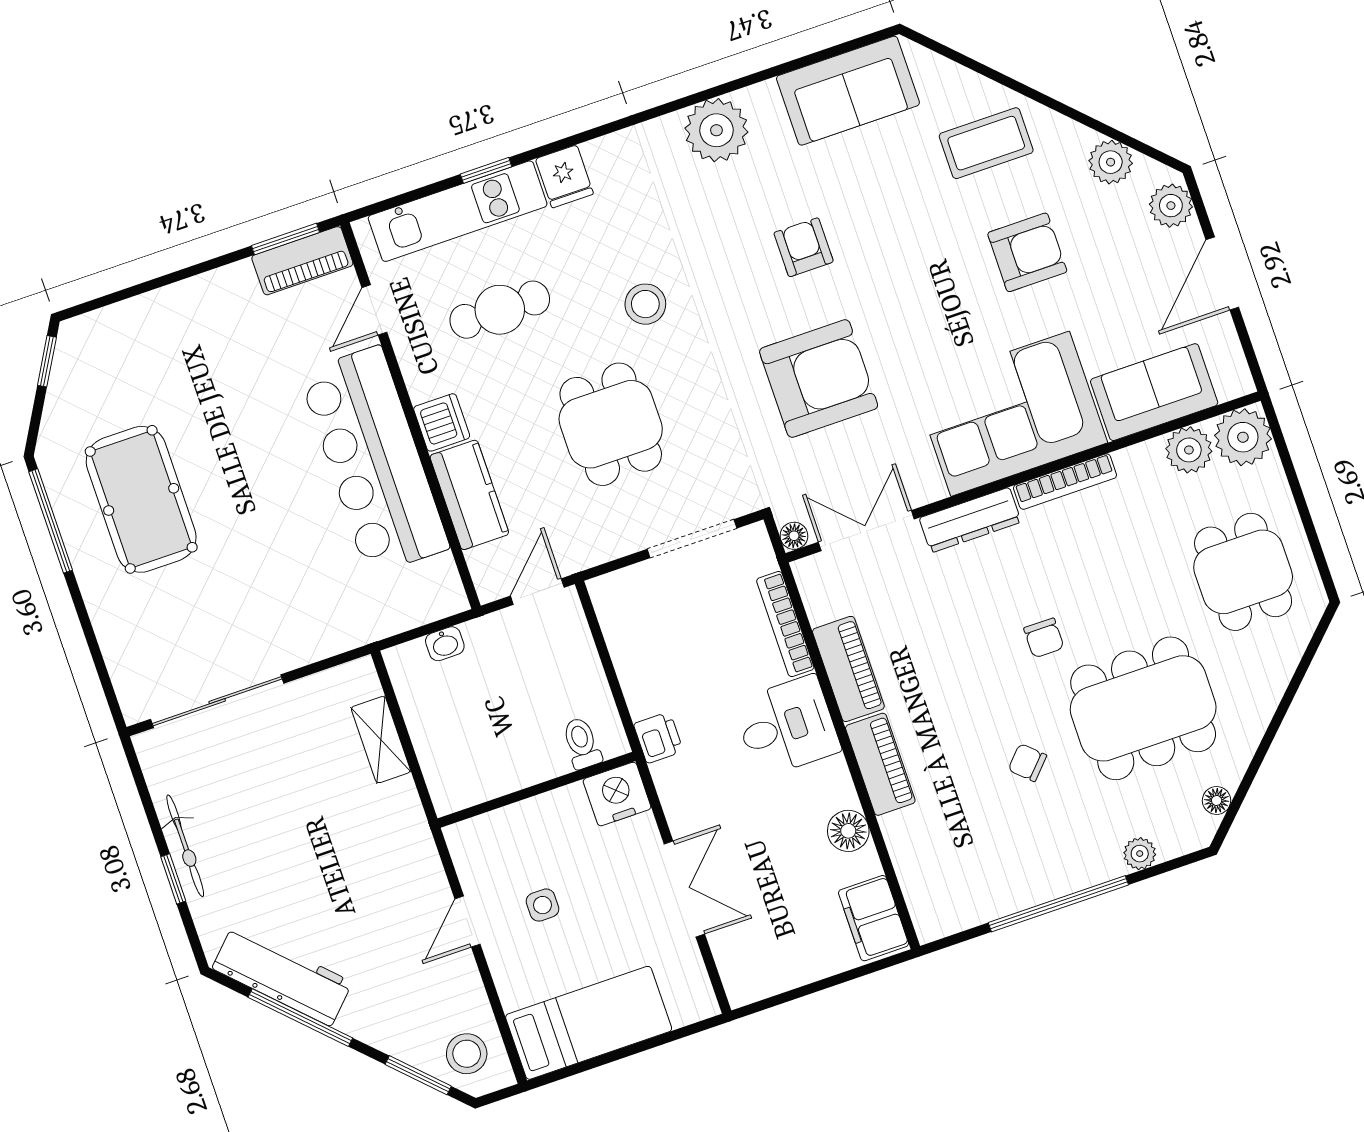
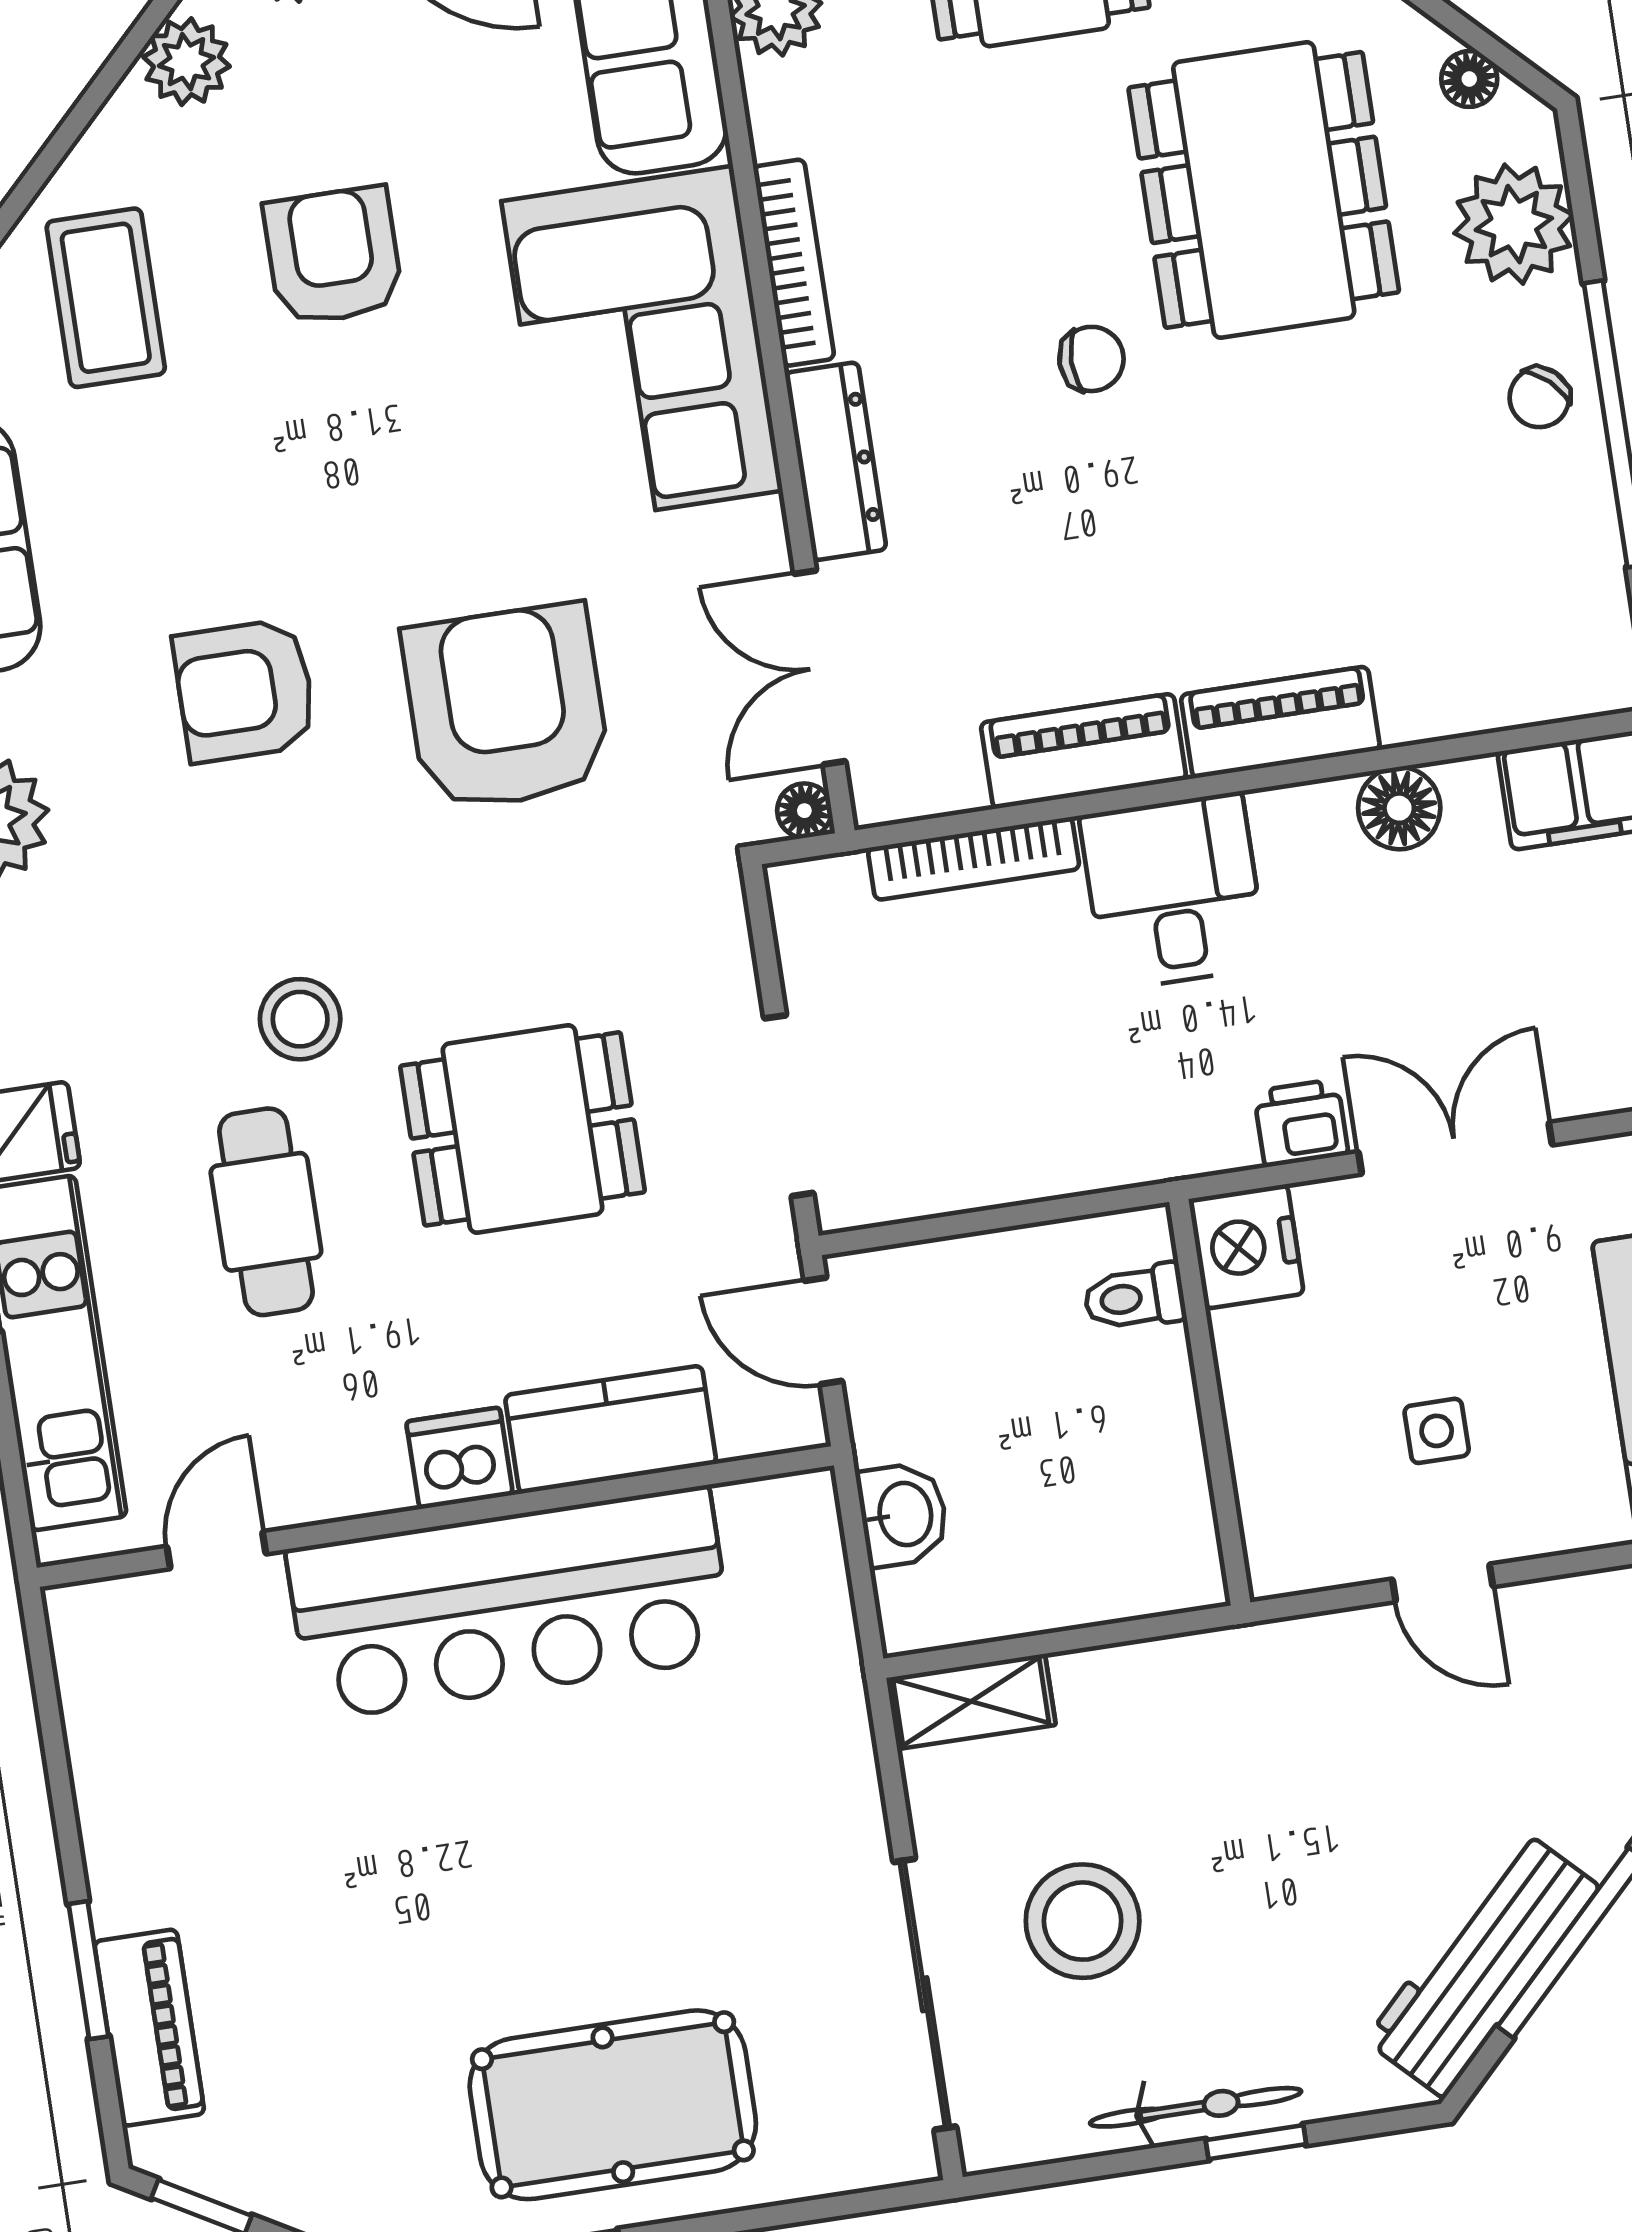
window: (286, 239) -> (88, 1970), moved
armchair: (804, 247) -> (245, 691), width x1.38, depth x1.38
piano: (302, 261) -> (149, 2028), moved
door: (374, 310) -> (216, 1550), swing flipped
cafe table: (500, 310) -> (266, 1212), moved
pool table: (141, 499) -> (613, 2105), moved
doorway: (692, 539) -> (789, 1106), moved
washbasin: (445, 644) -> (903, 1514), width x1.38, depth x1.45
printer: (658, 738) -> (1301, 1123), moved
shelving: (381, 740) -> (971, 1701), moved
chair: (1027, 763) -> (1539, 398), moved
stool: (268, 773) -> (1083, 1921), added
plant: (1140, 854) -> (1514, 224), width x1.88, depth x1.88

